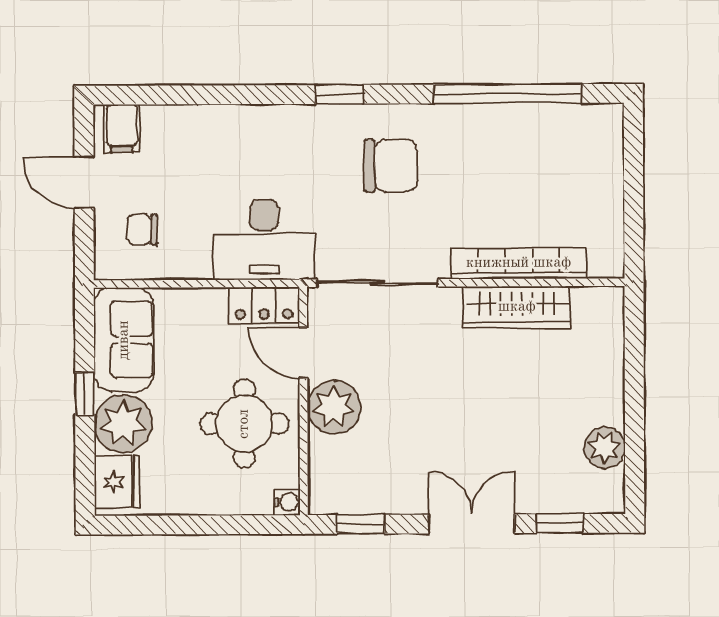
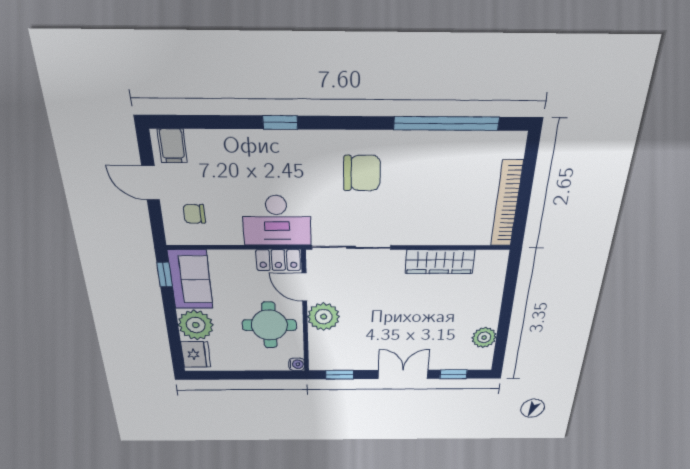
window: (340, 94) -> (280, 122), moved
bookcase: (519, 263) -> (507, 204), moved, turned -90
window: (85, 394) -> (165, 274), moved

